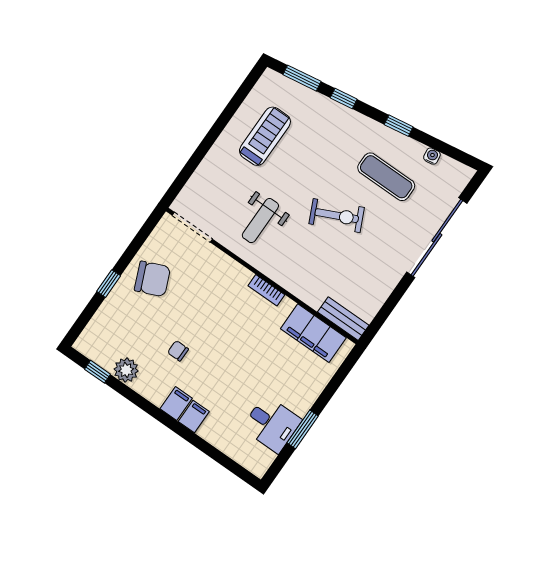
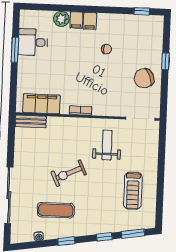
plant: (126, 370) -> (61, 19), moved

